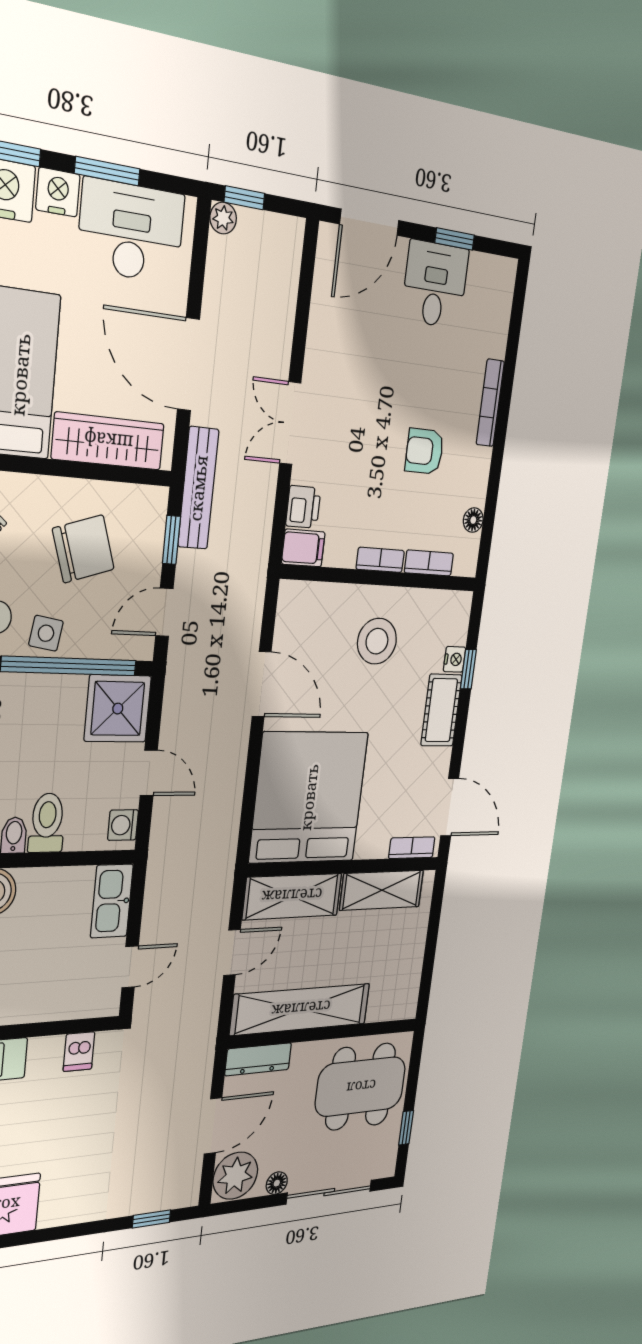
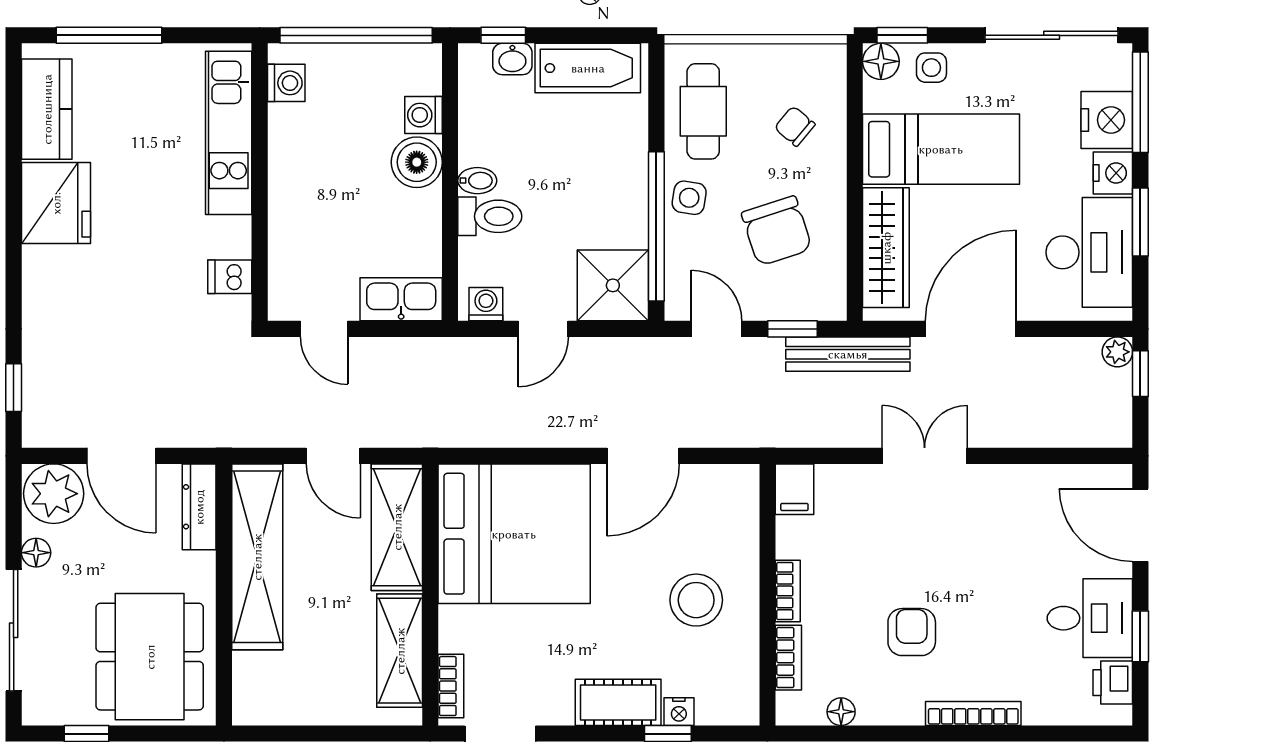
printer: (303, 507) -> (1113, 683), moved, turned 90

